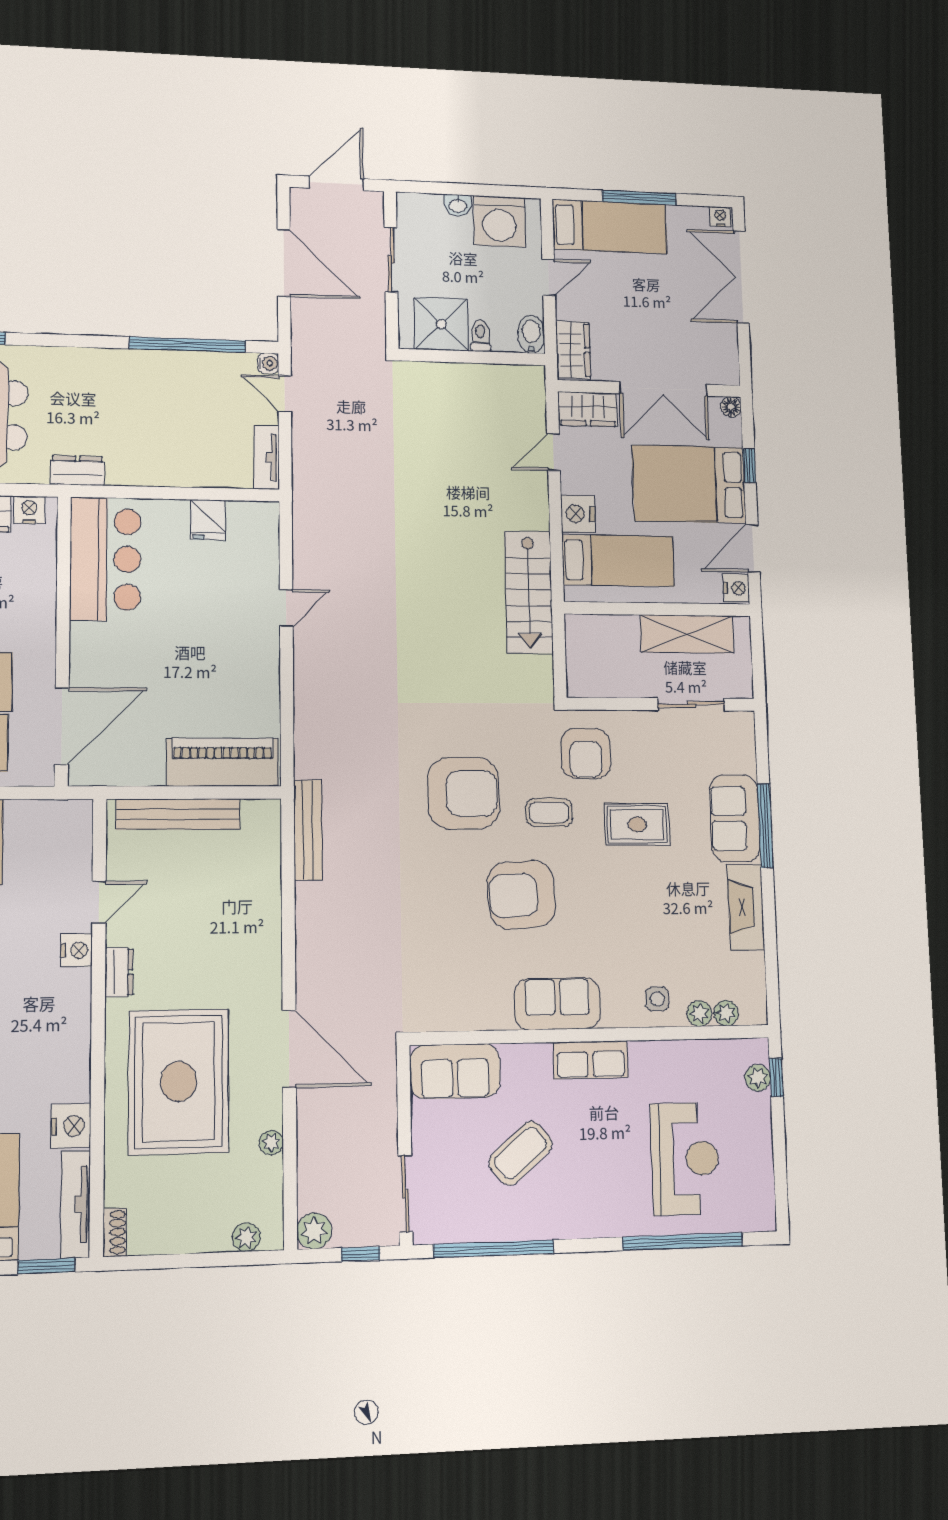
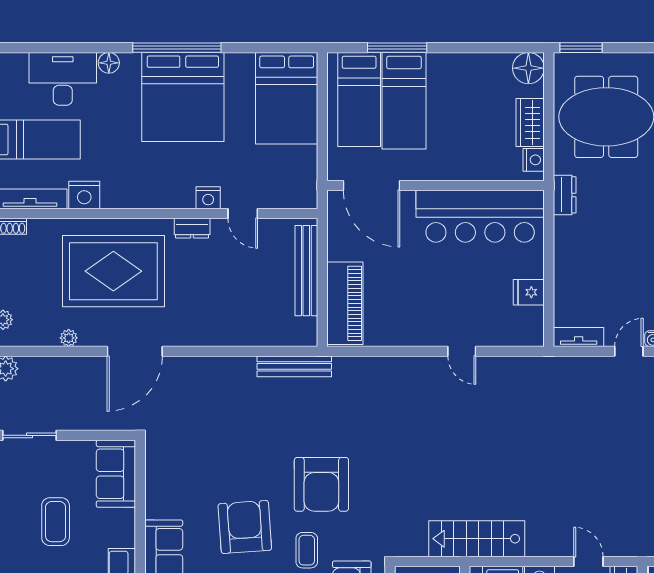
bar counter: (105, 559) -> (480, 216), width x1.36
coffee table: (521, 1153) -> (56, 522), turned 41

